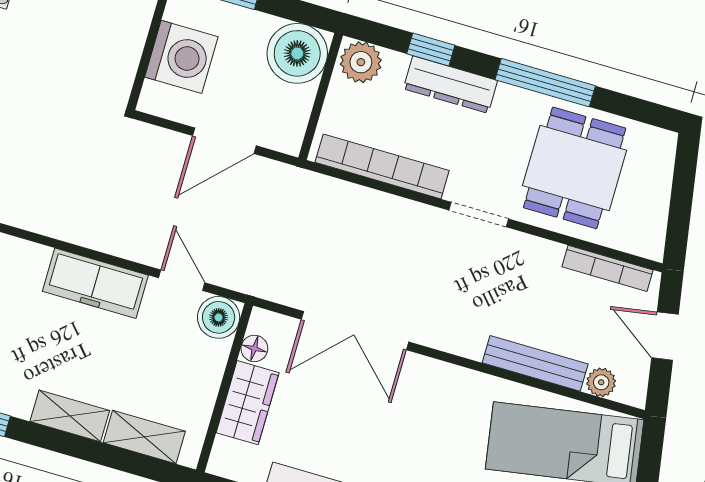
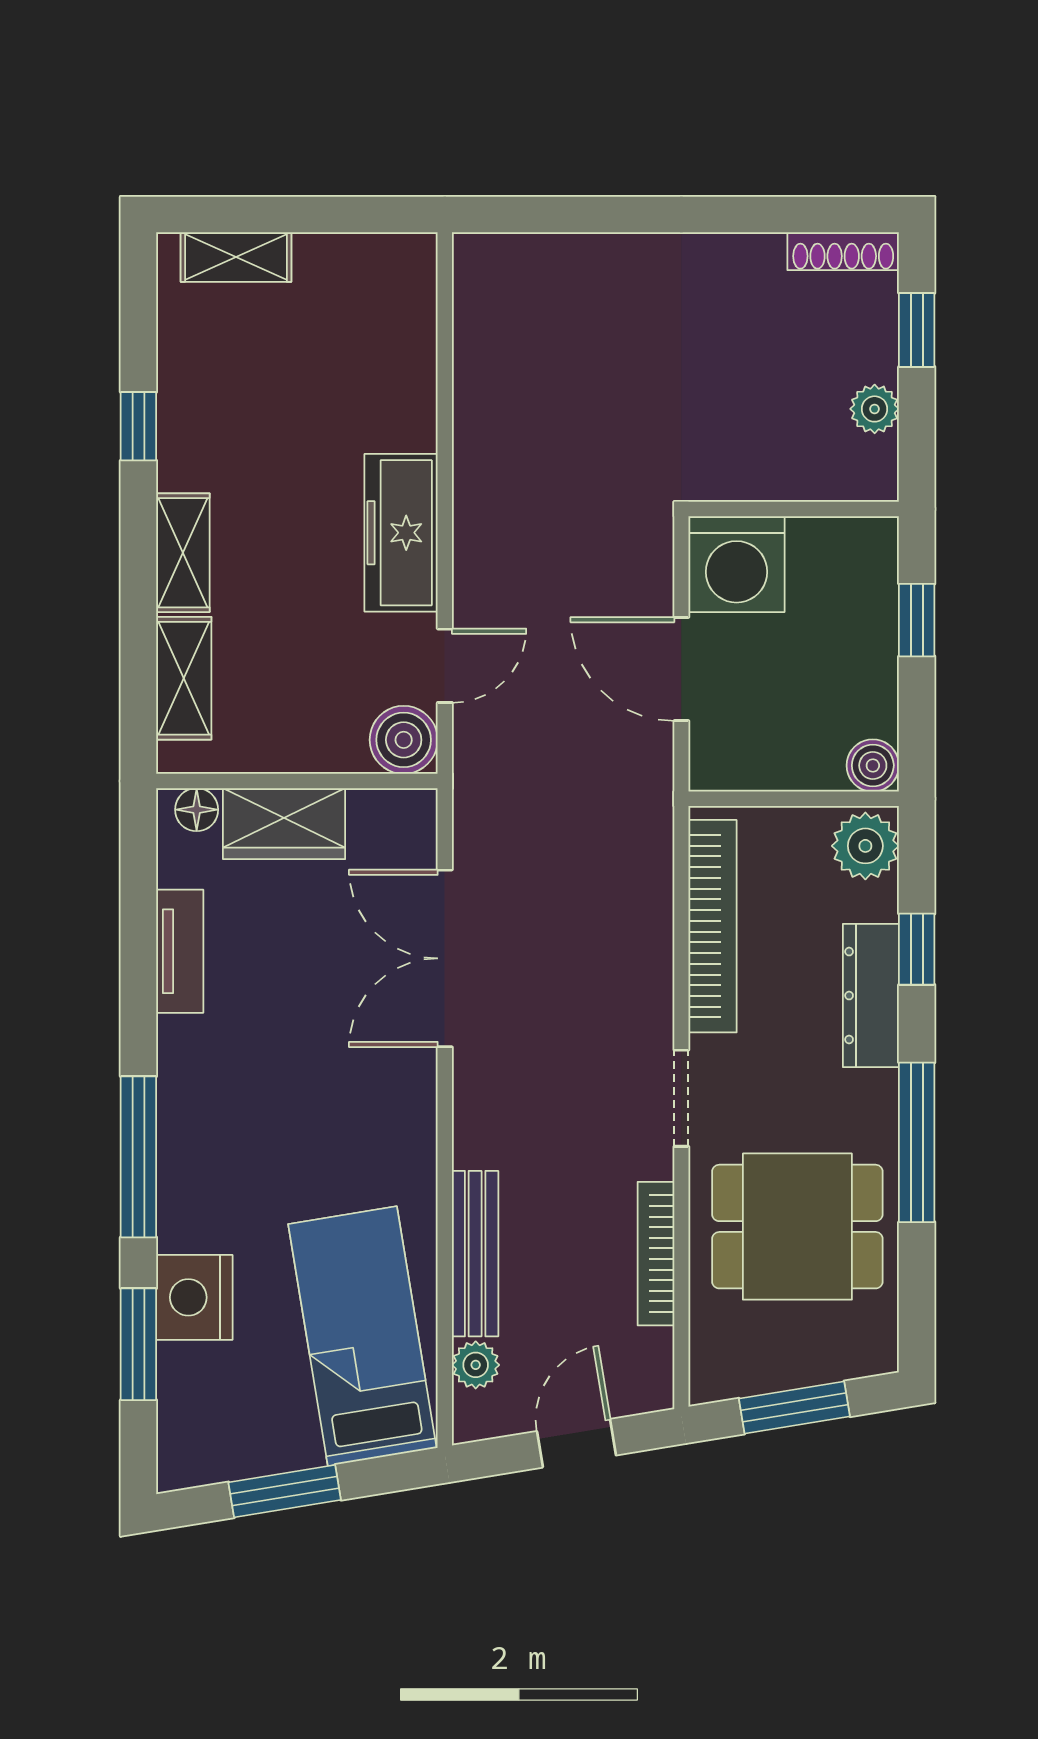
boiler: (297, 53) -> (873, 765), width x0.54, depth x0.54
washing machine: (181, 57) -> (736, 564), moved
window: (681, 201) -> (794, 1407), added
bookcase: (608, 268) -> (656, 1254), moved
floor lamp: (254, 348) -> (197, 810), moved

